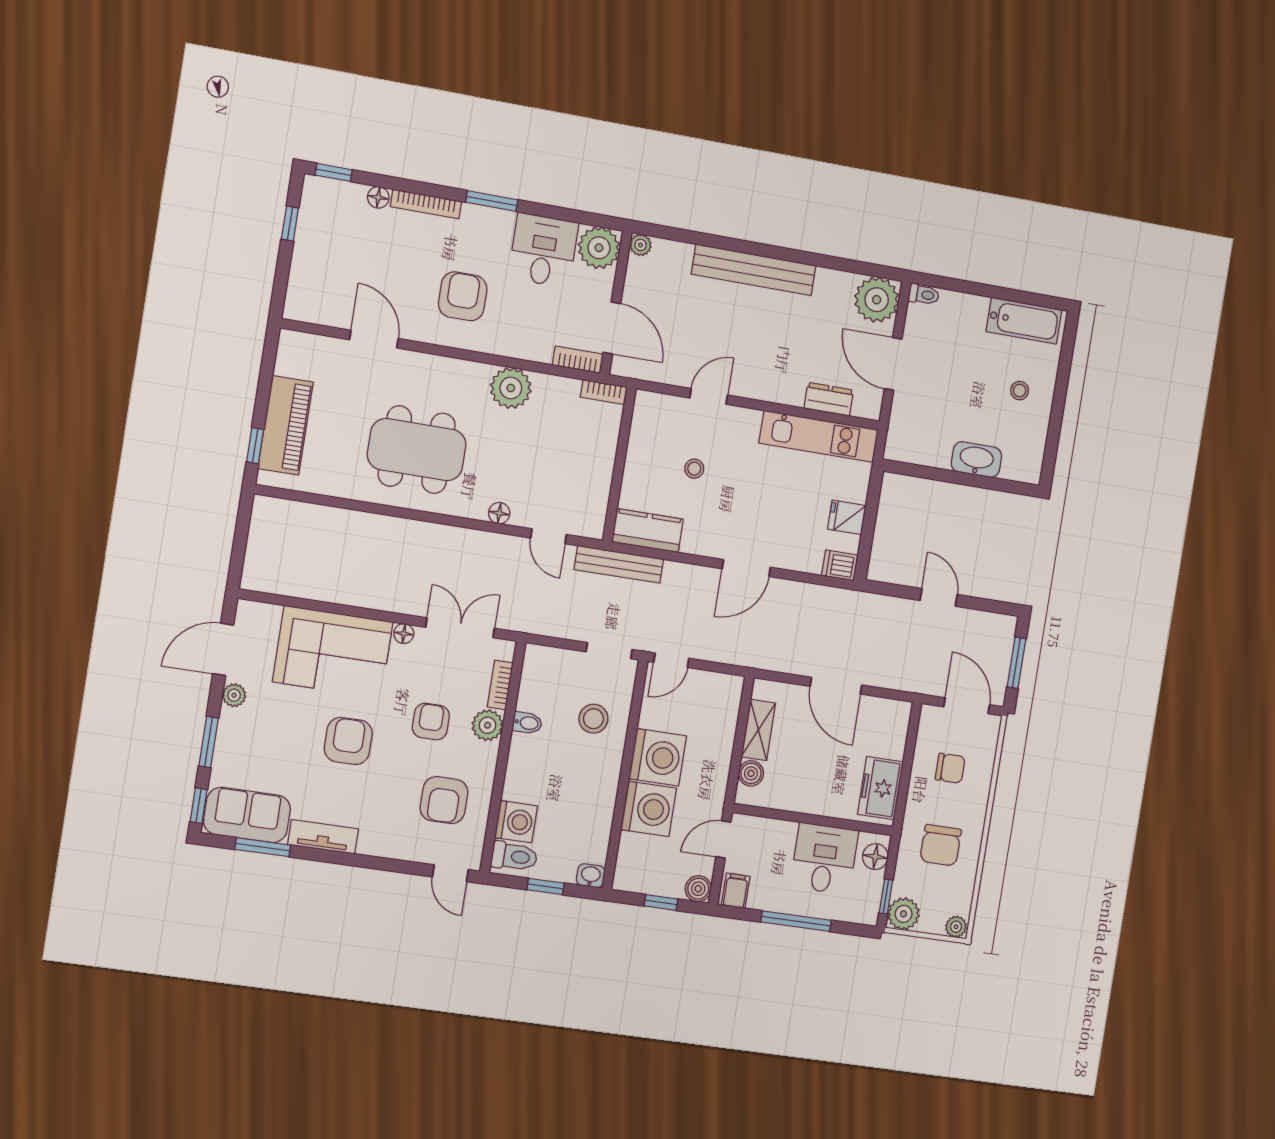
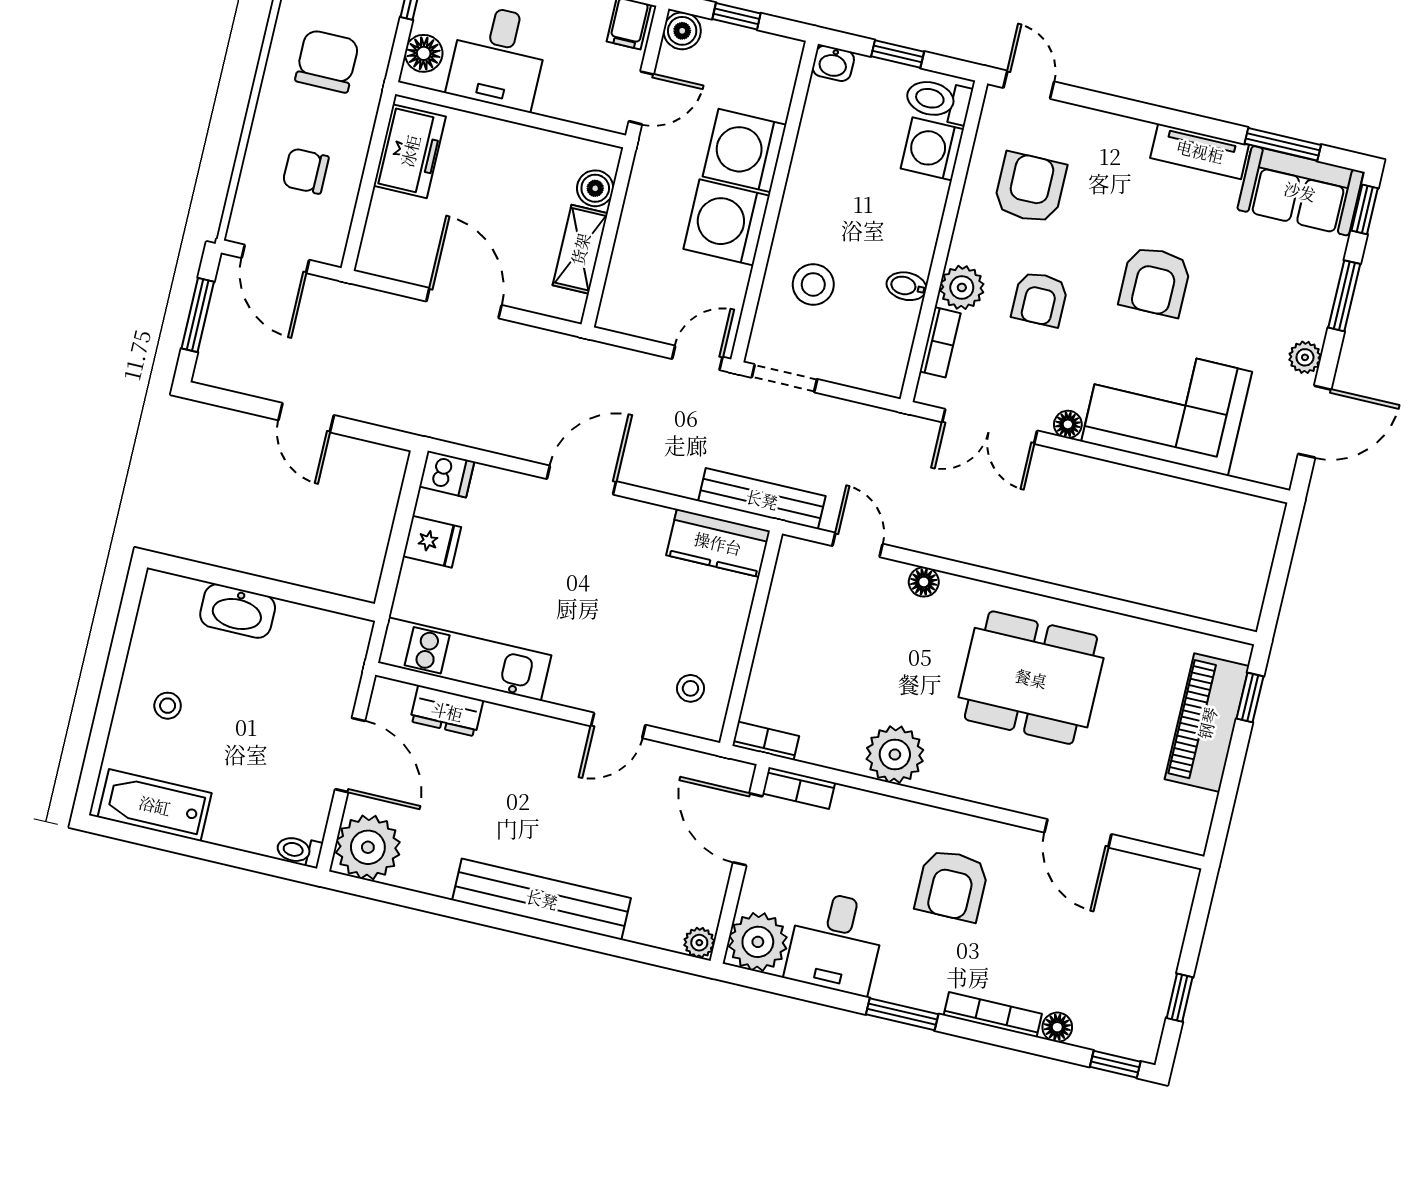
stool: (694, 469) -> (690, 688), moved

